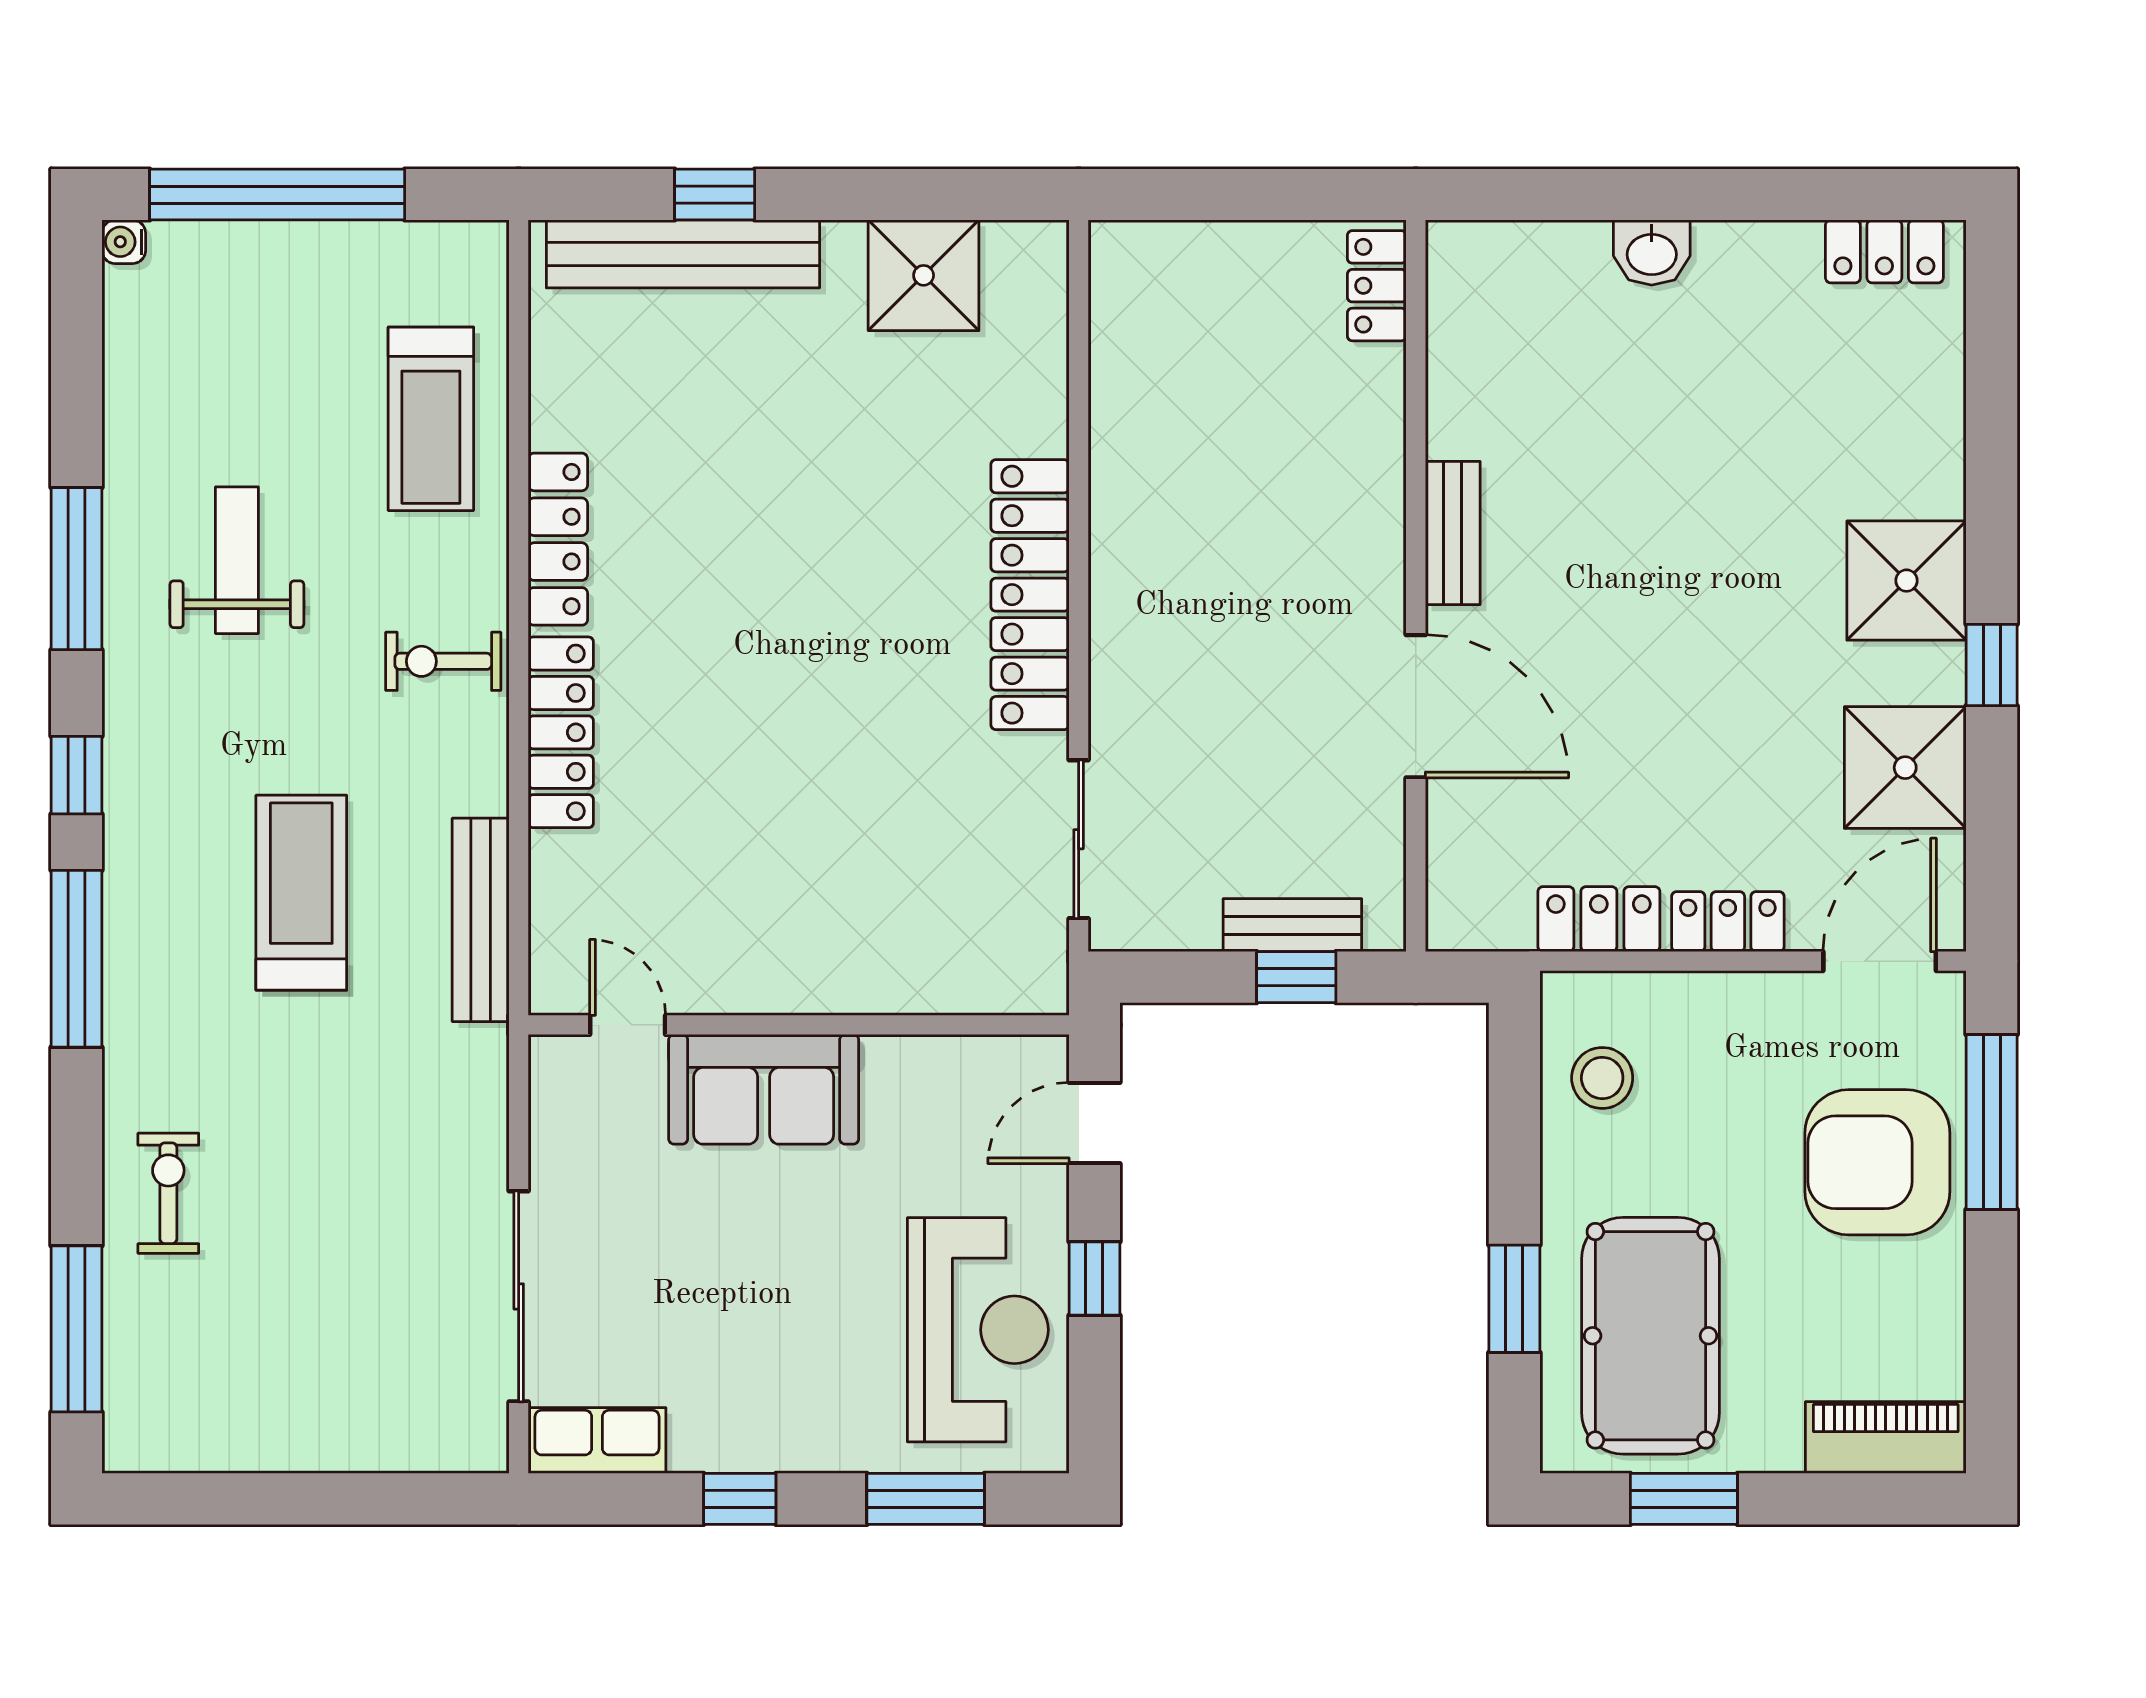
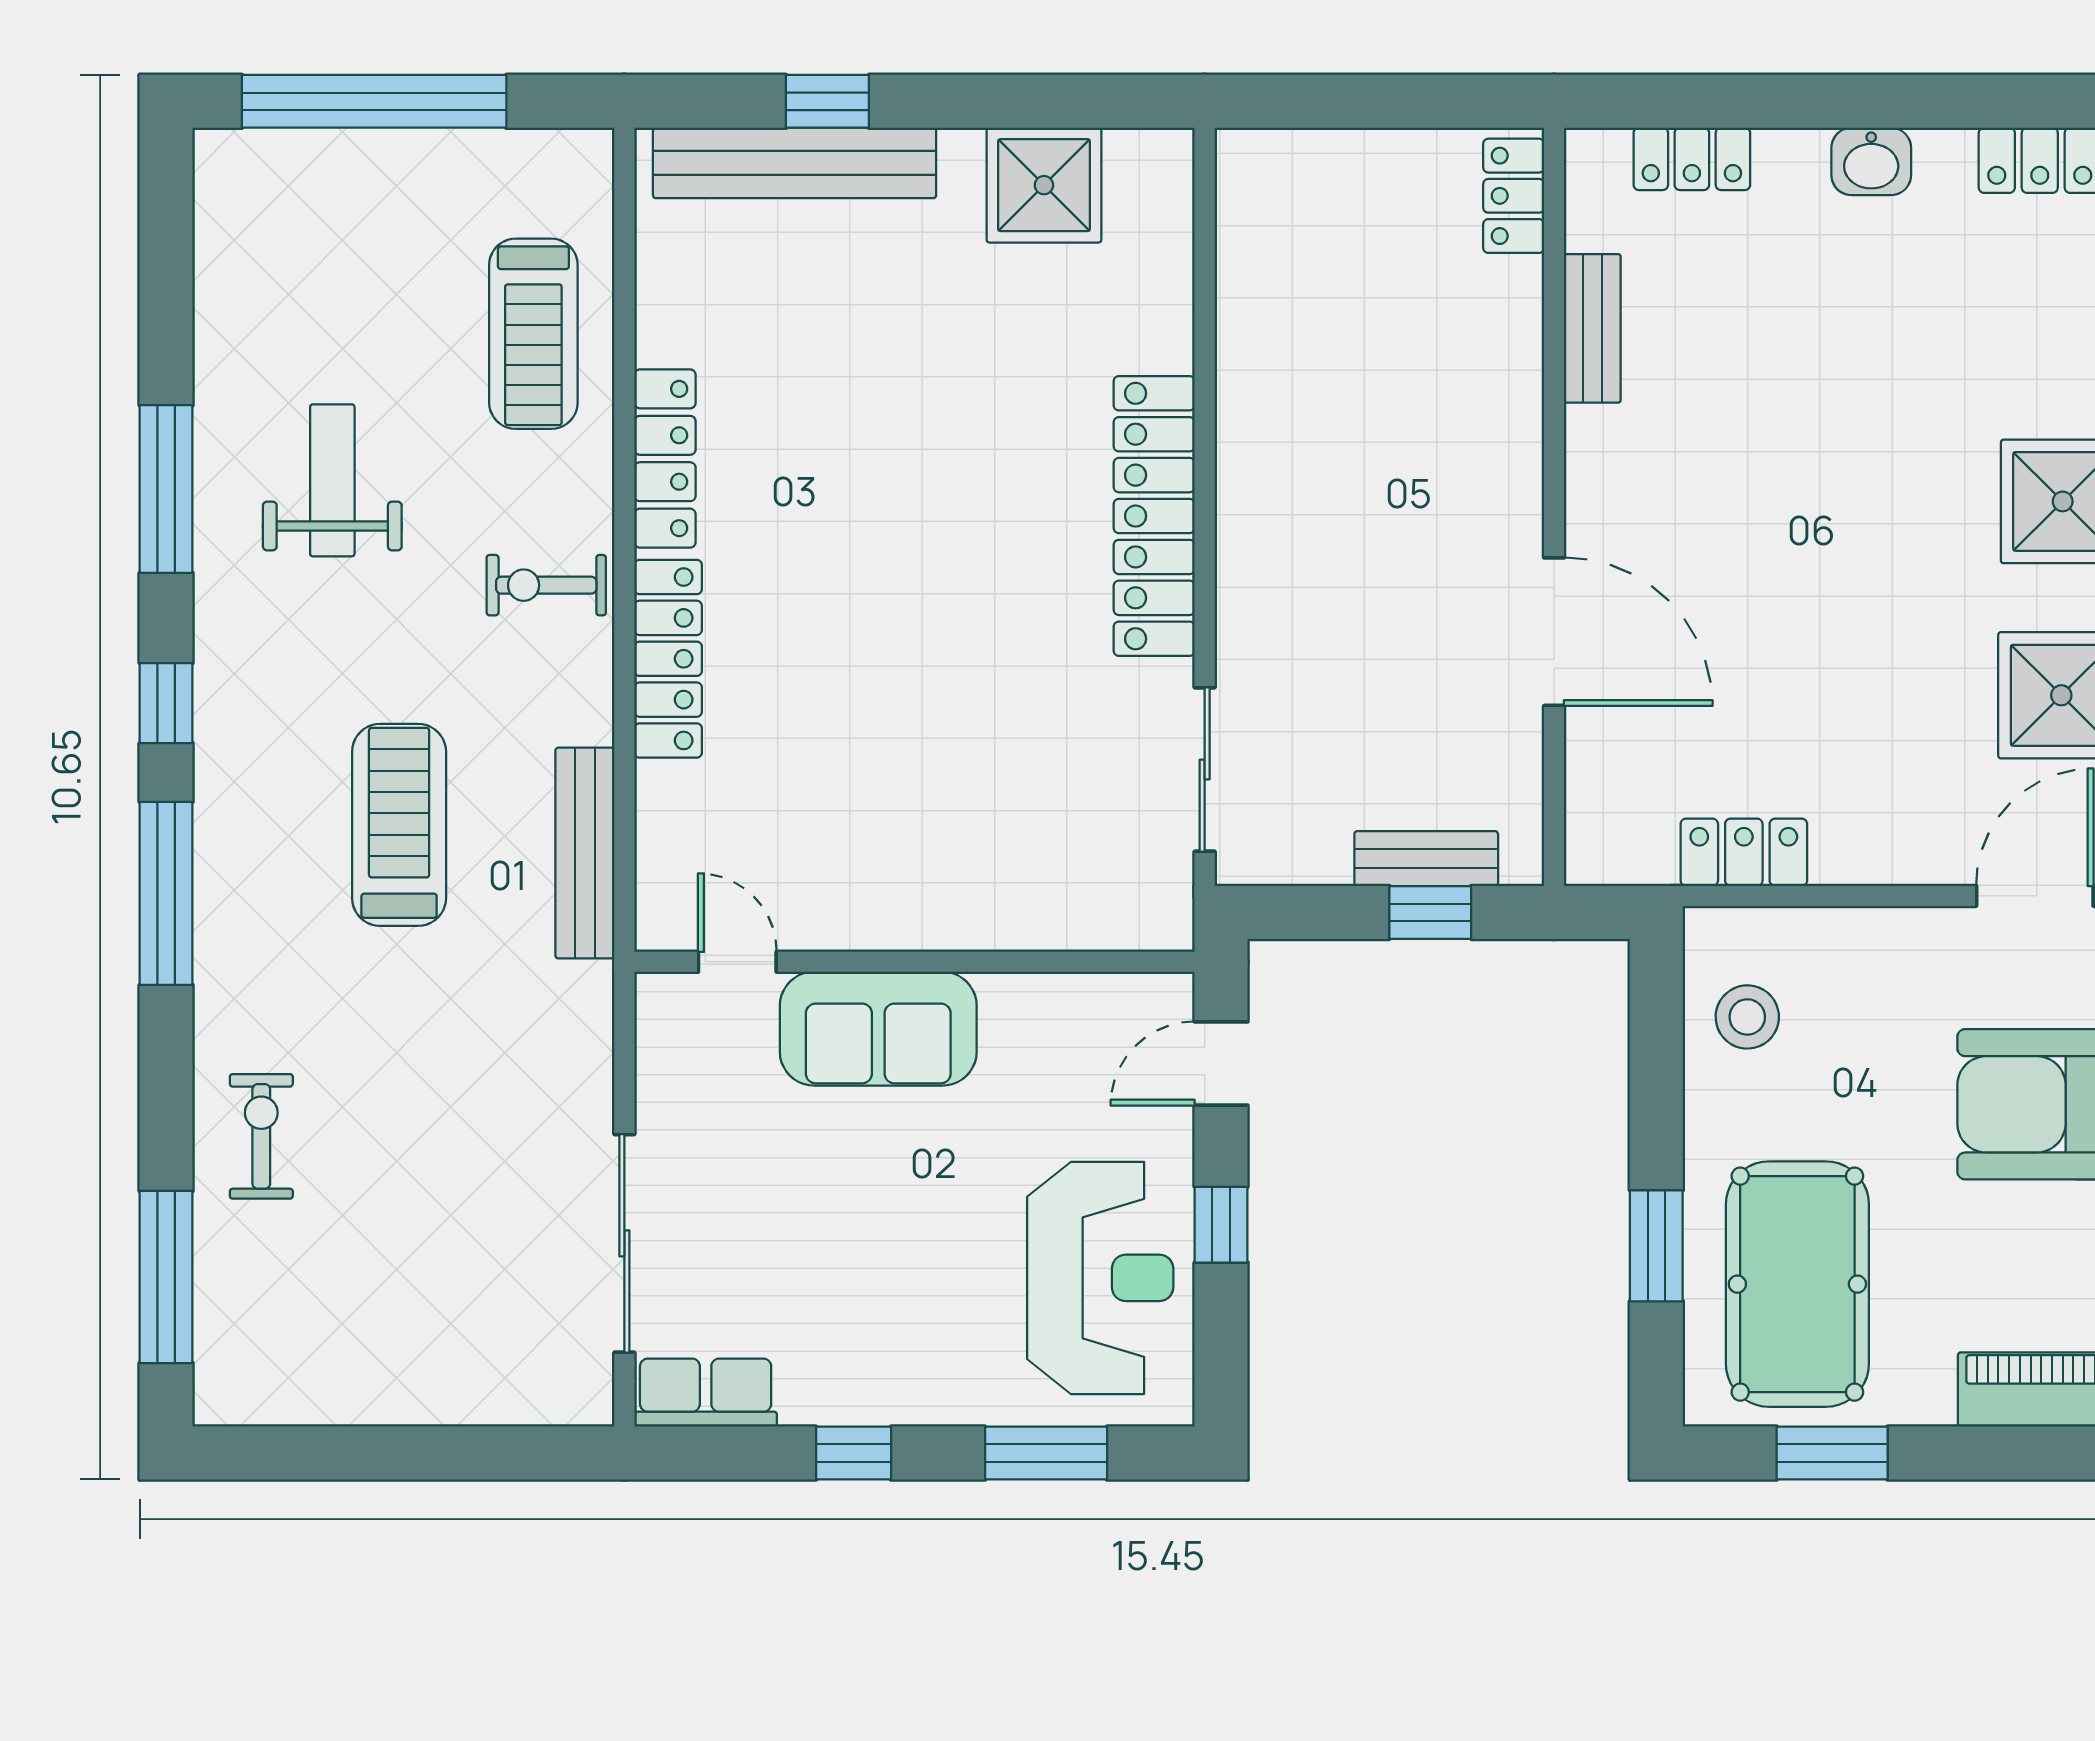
water cooler: (124, 242) -> (215, 150), removed
washbasin: (1652, 253) -> (1871, 161), moved
bench: (1453, 533) -> (1592, 328), moved
locker: (1728, 922) -> (1692, 159), moved, turned 180

